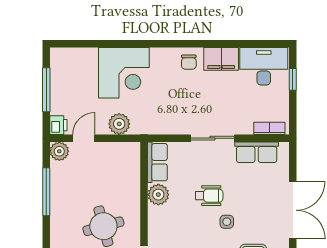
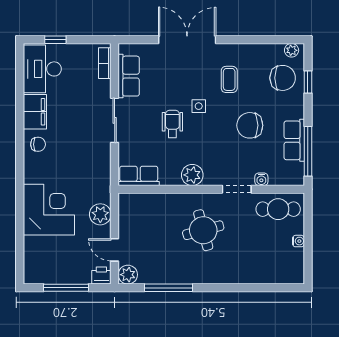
plant: (158, 195) -> (192, 175), moved

